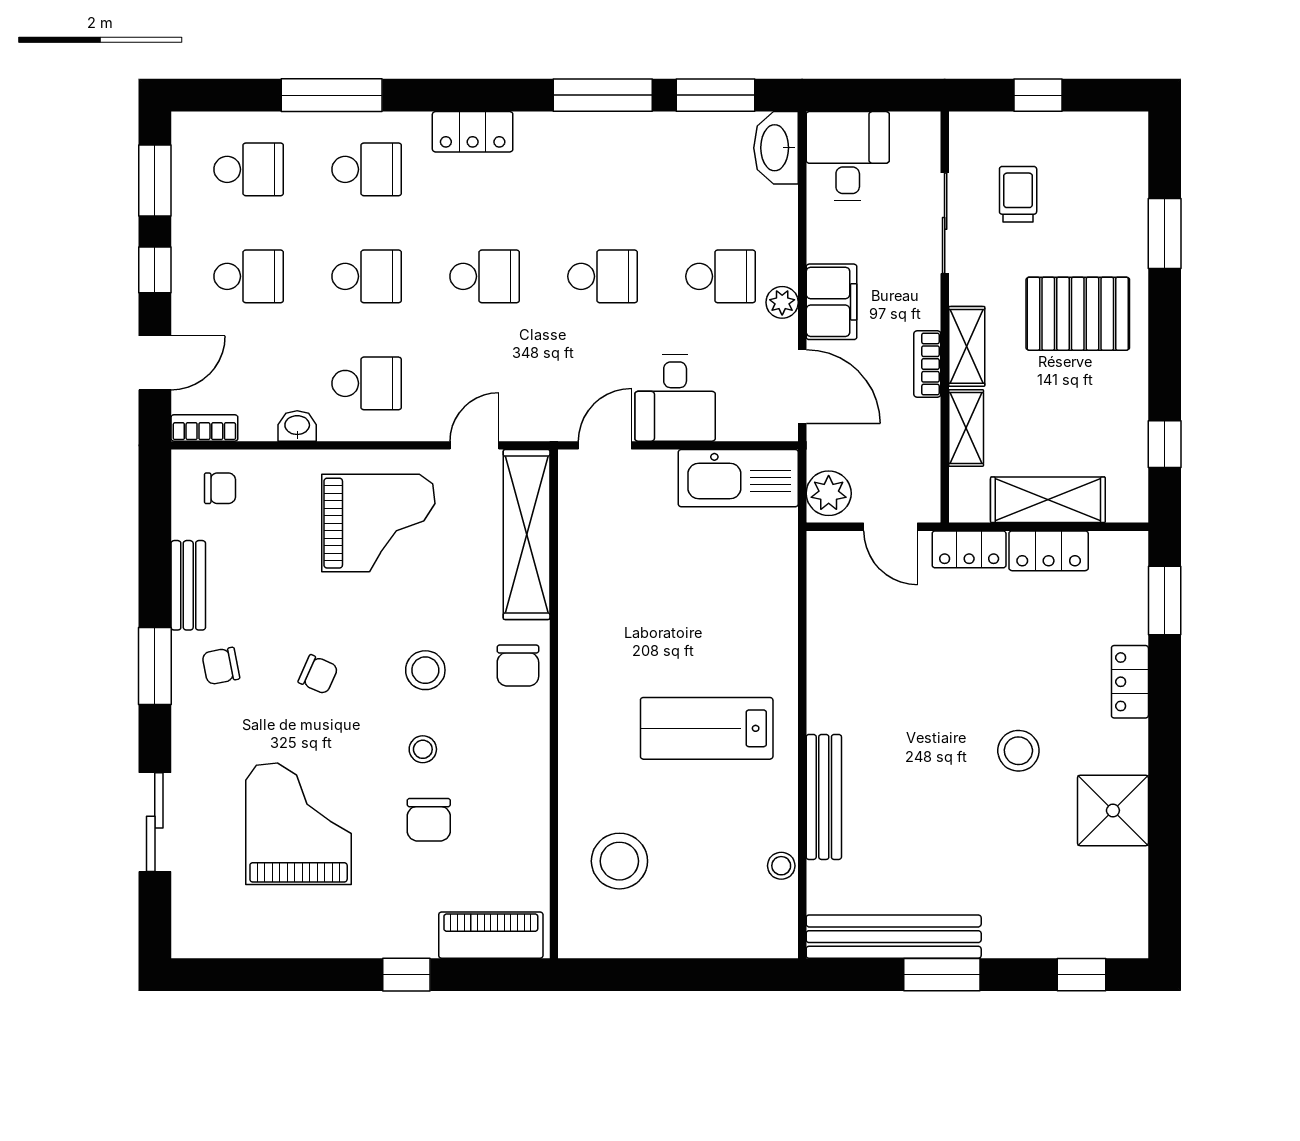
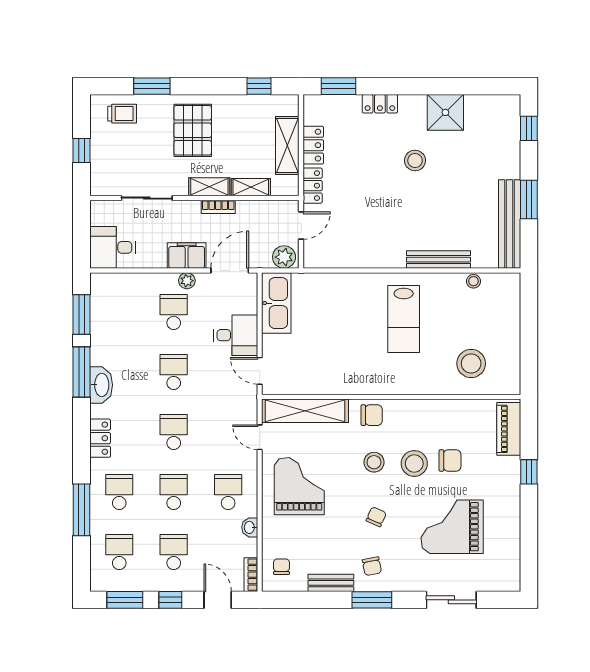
washbasin: (776, 148) -> (101, 385), moved, turned -90
trolley: (1018, 194) -> (122, 114), moved, turned 180
stool: (423, 749) -> (414, 463), width x1.89, depth x1.89

